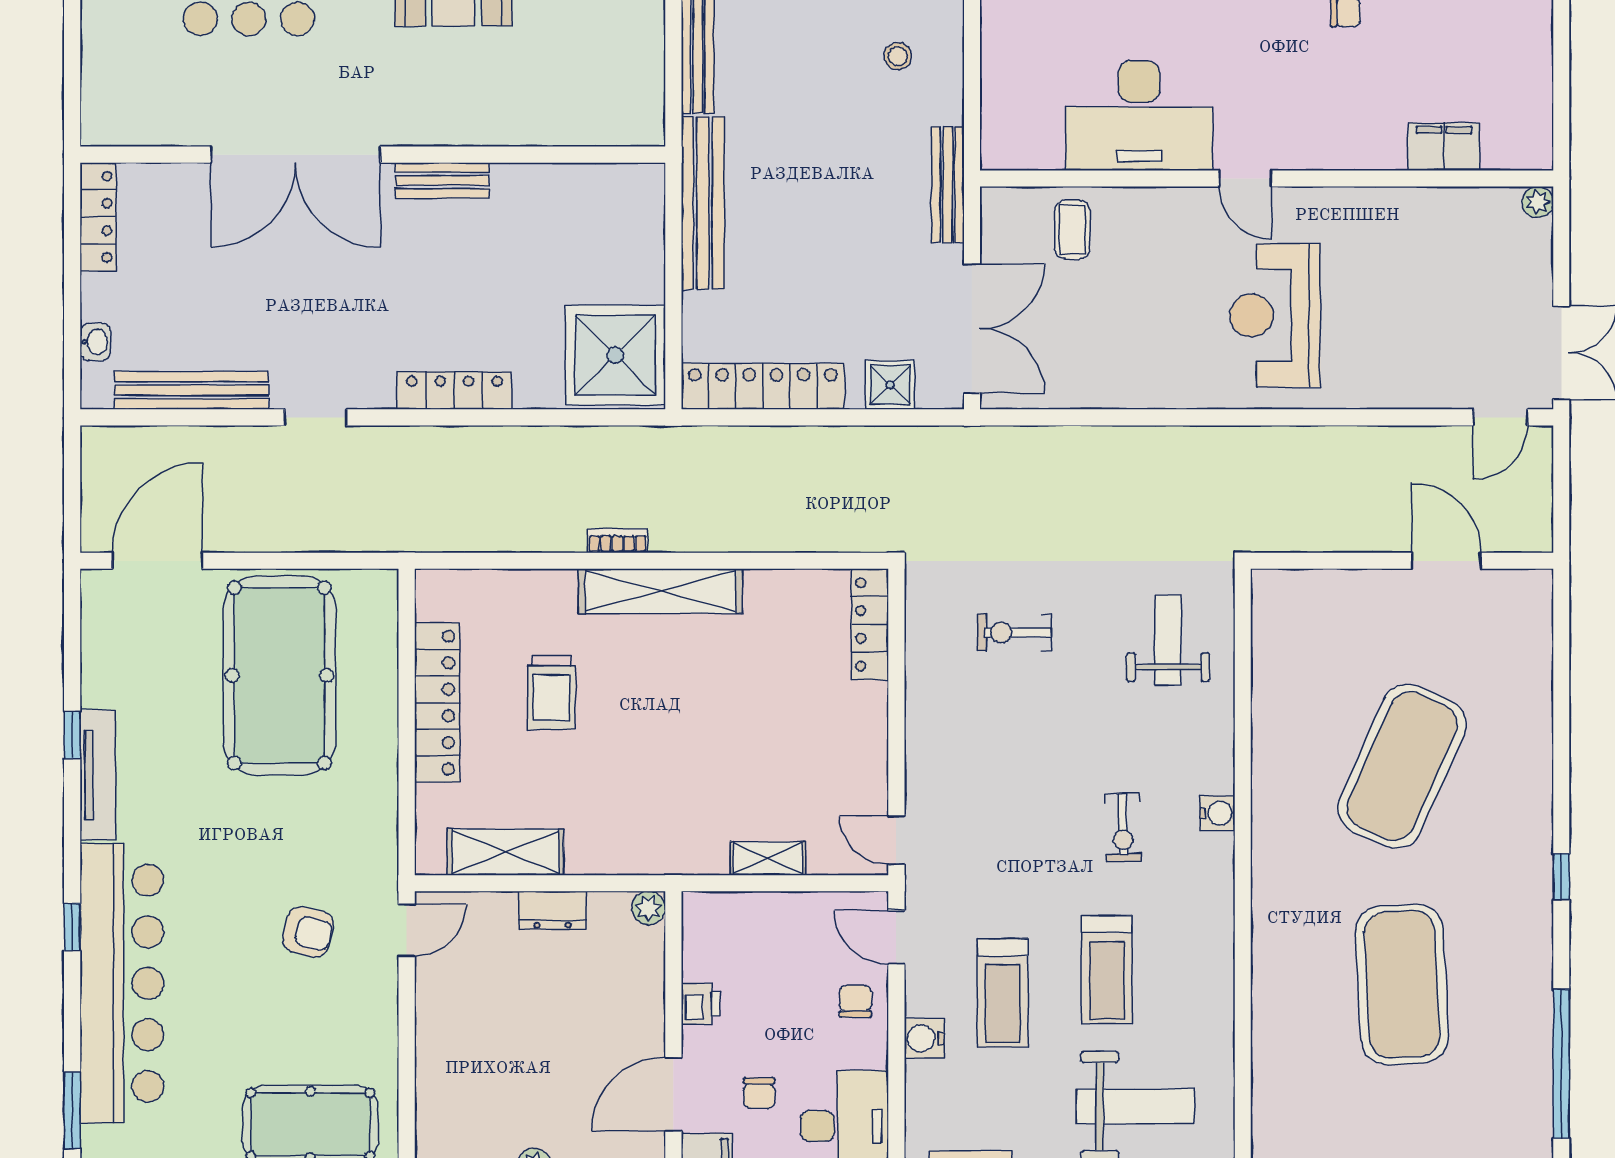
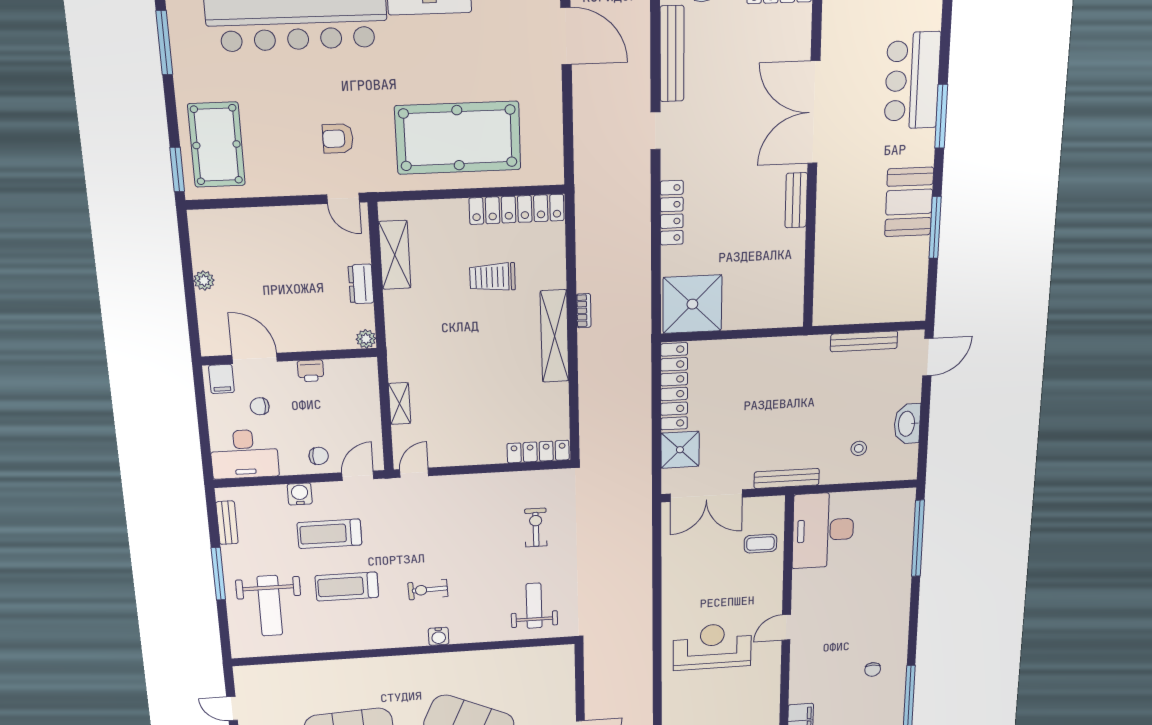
desk: (1139, 116) -> (823, 530), moved
bench: (703, 203) -> (780, 348), removed
shower: (890, 385) -> (680, 450), width x1.36, depth x1.36
weight bench: (1168, 640) -> (534, 606), turned -90
pool table: (279, 675) -> (458, 138), moved
locker: (437, 703) -> (517, 209), moved
armchair: (308, 932) -> (338, 139), turned 76

